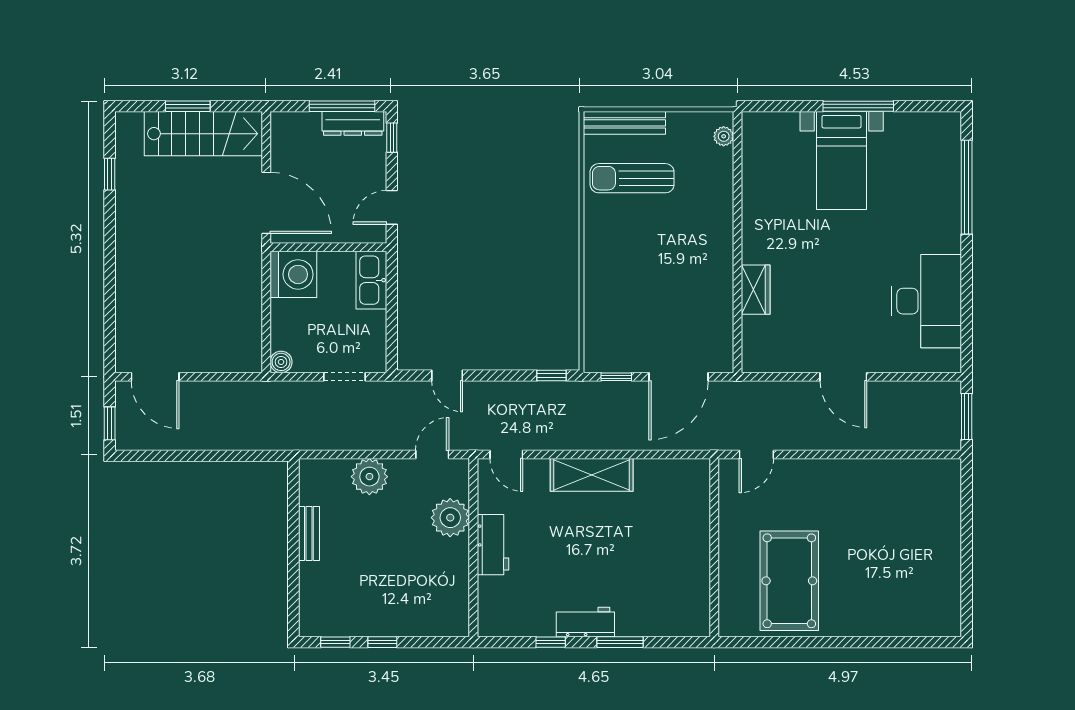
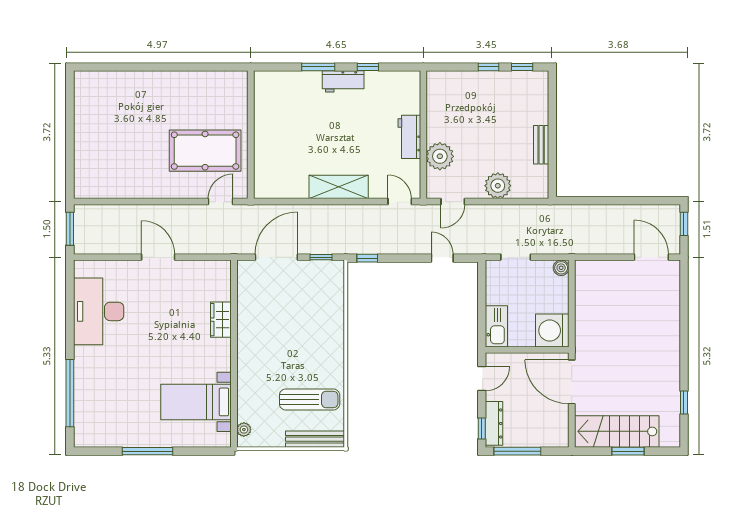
dresser: (353, 123) -> (494, 423), moved, turned 90
bed with nightstands: (842, 161) -> (196, 402), moved, turned -90
pool table: (789, 581) -> (205, 151), moved, turned 90

